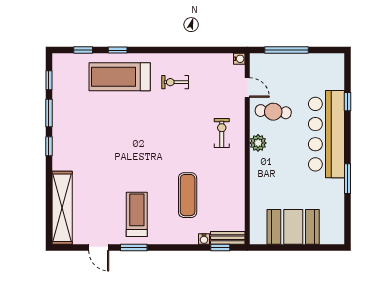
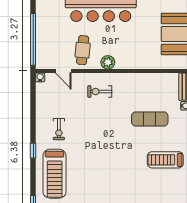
window: (118, 50) -> (33, 151), moved
window: (287, 50) -> (33, 39), width x1.46
door: (247, 87) -> (63, 71), swing flipped

